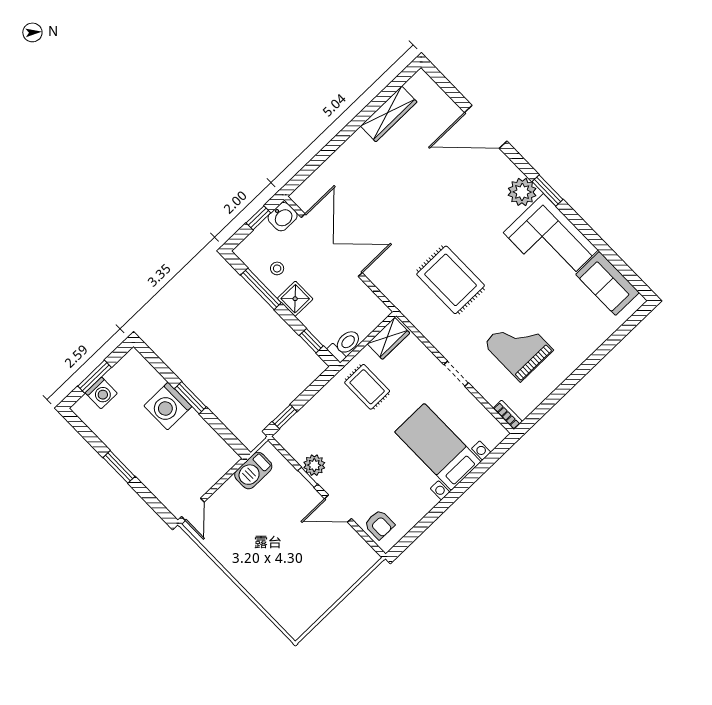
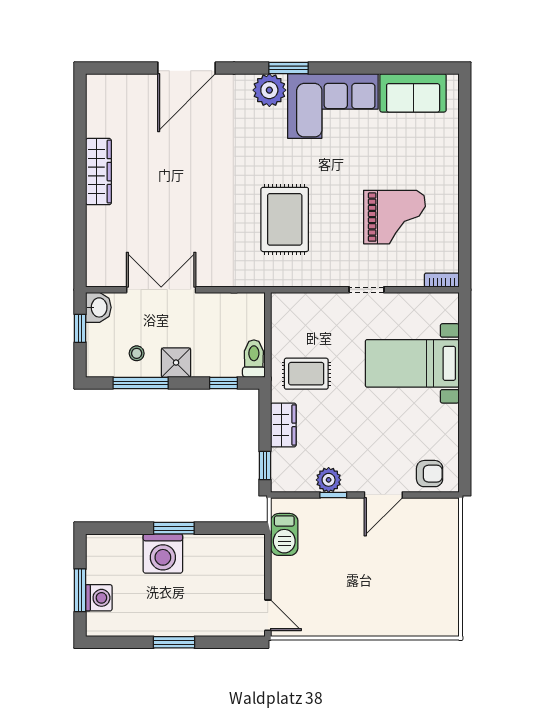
wardrobe: (389, 114) -> (98, 172), moved
double door: (332, 245) -> (161, 290), width x0.73
rug: (451, 280) -> (285, 219), turned 90
wardrobe: (388, 338) -> (283, 425), moved
grand piano: (518, 347) -> (394, 217), turned 180

